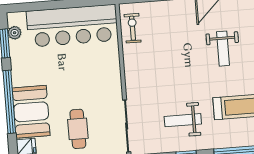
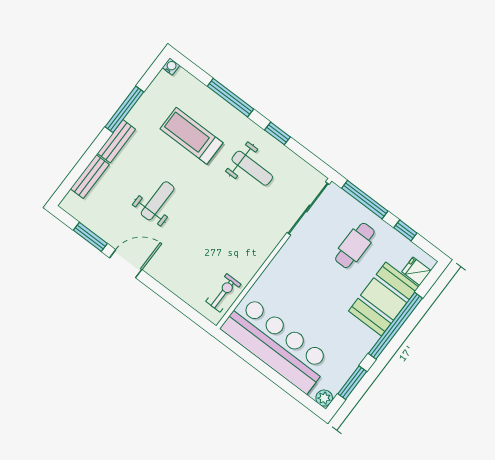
exercise bike: (133, 28) -> (223, 293), turned 180
plant: (15, 33) -> (324, 398), moved

